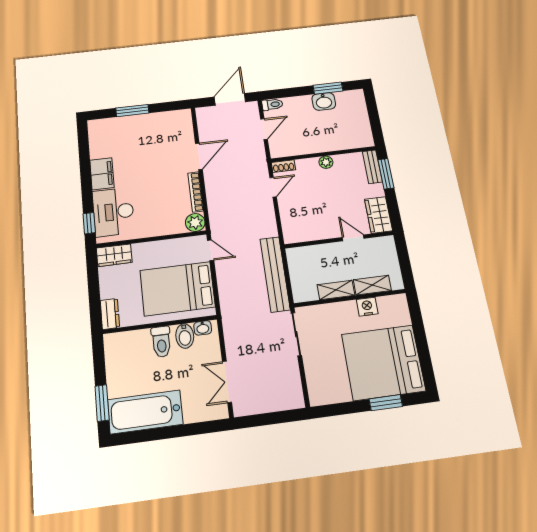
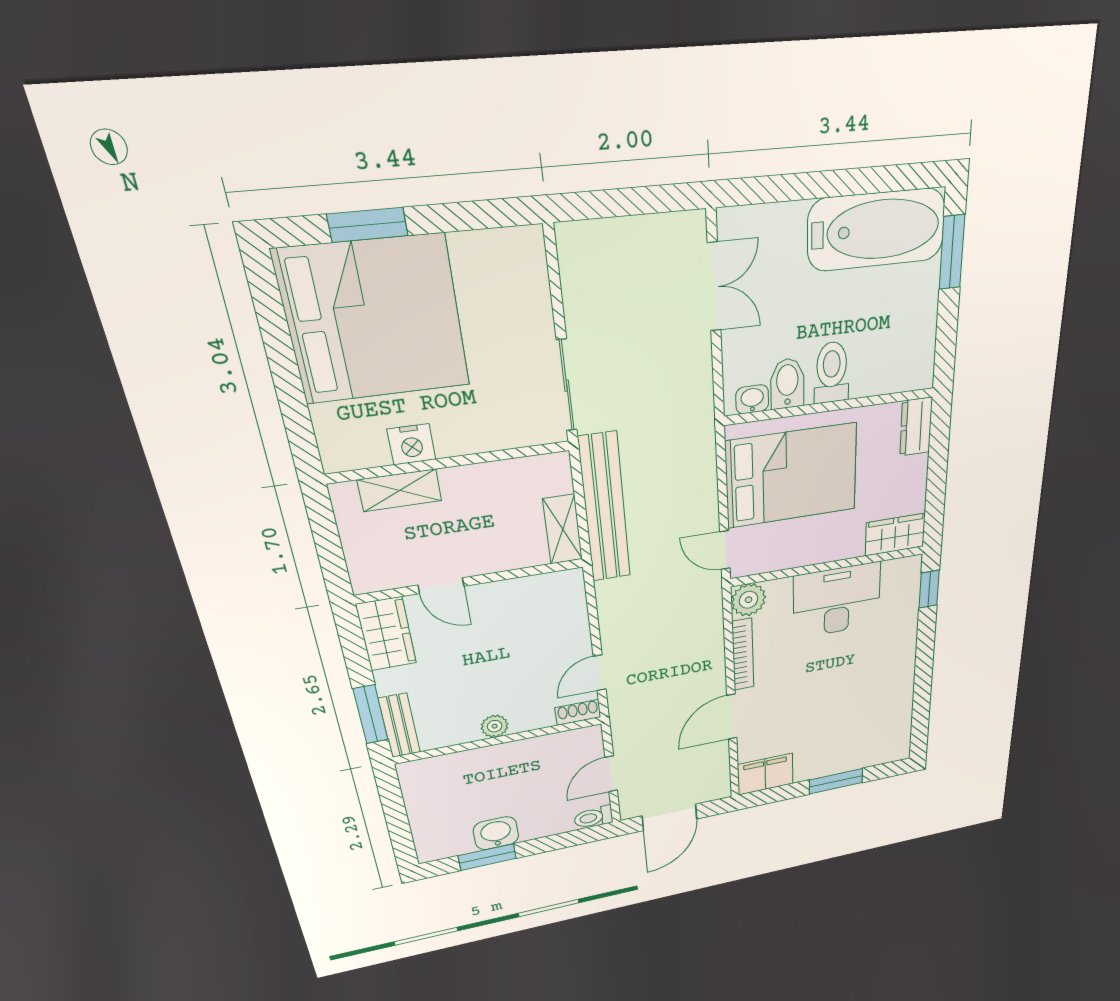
filing cabinet: (102, 174) -> (765, 774), moved, turned 90
desk: (113, 212) -> (837, 601), moved, turned -90
shelving: (336, 290) -> (563, 529), moved, turned 90

